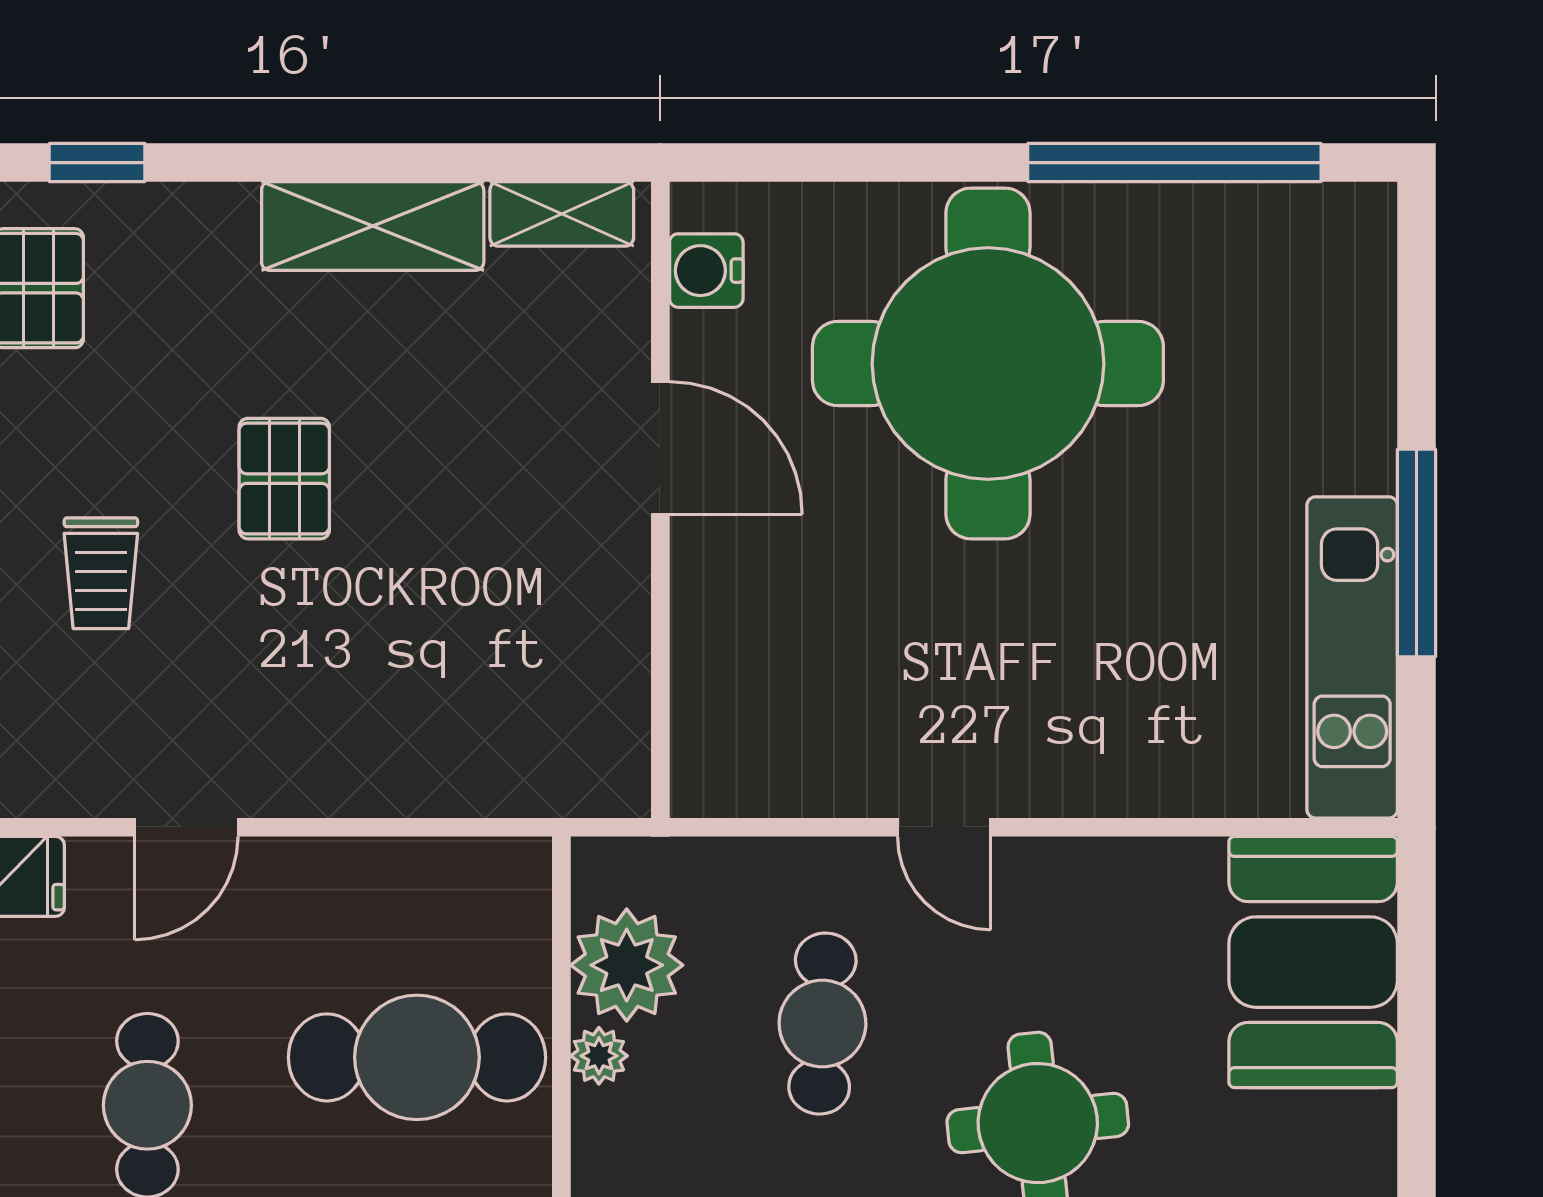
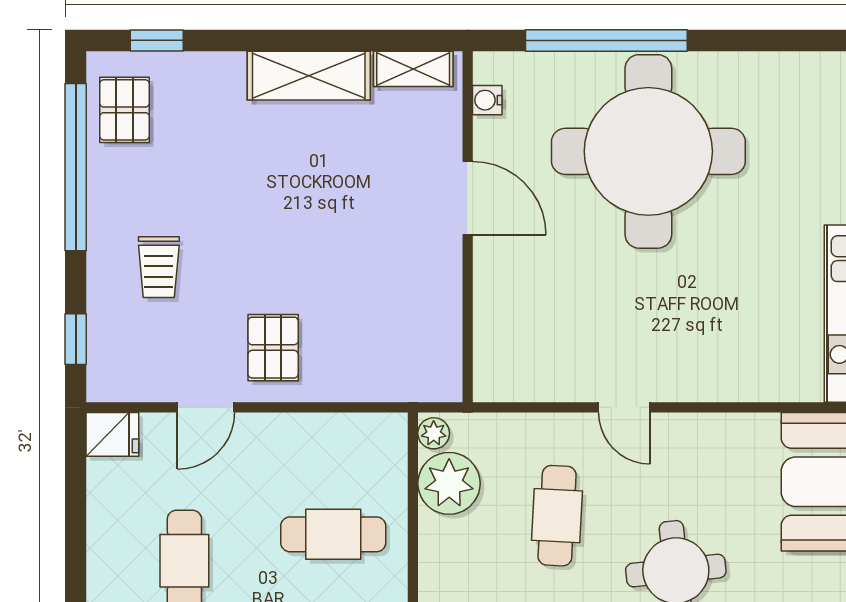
window: (1174, 163) -> (606, 40), moved
water cooler: (706, 271) -> (487, 100), width x0.72, depth x0.72
pallet: (284, 479) -> (273, 348), moved
plant: (599, 1056) -> (434, 433), moved
cafe table: (417, 1057) -> (333, 534), width x0.73, depth x0.74

